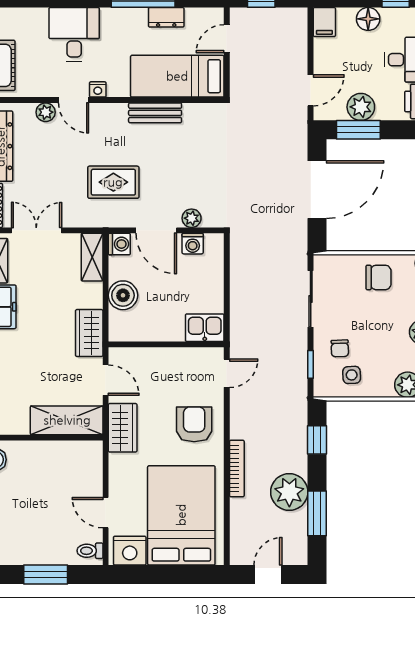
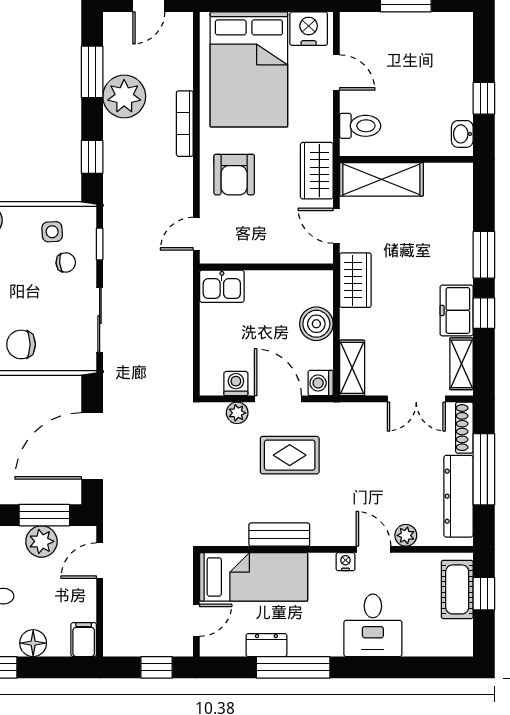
rug: (113, 182) -> (290, 455), moved
chair: (340, 348) -> (66, 262), turned 87
toilet: (90, 551) -> (360, 126), moved, width x1.37, depth x1.39

